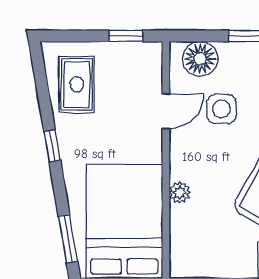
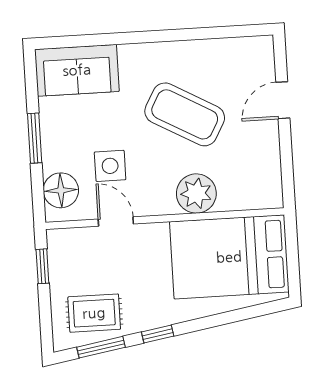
plant: (180, 193) -> (196, 193), width x1.88, depth x1.88
window: (68, 239) -> (101, 347), moved

